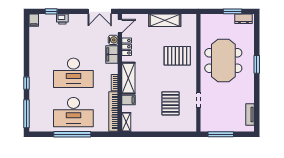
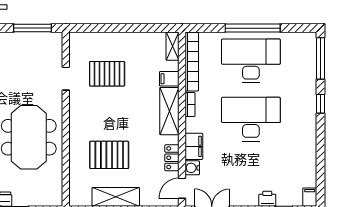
pallet: (177, 56) -> (109, 155), moved
pallet: (170, 103) -> (107, 74), turned 90

